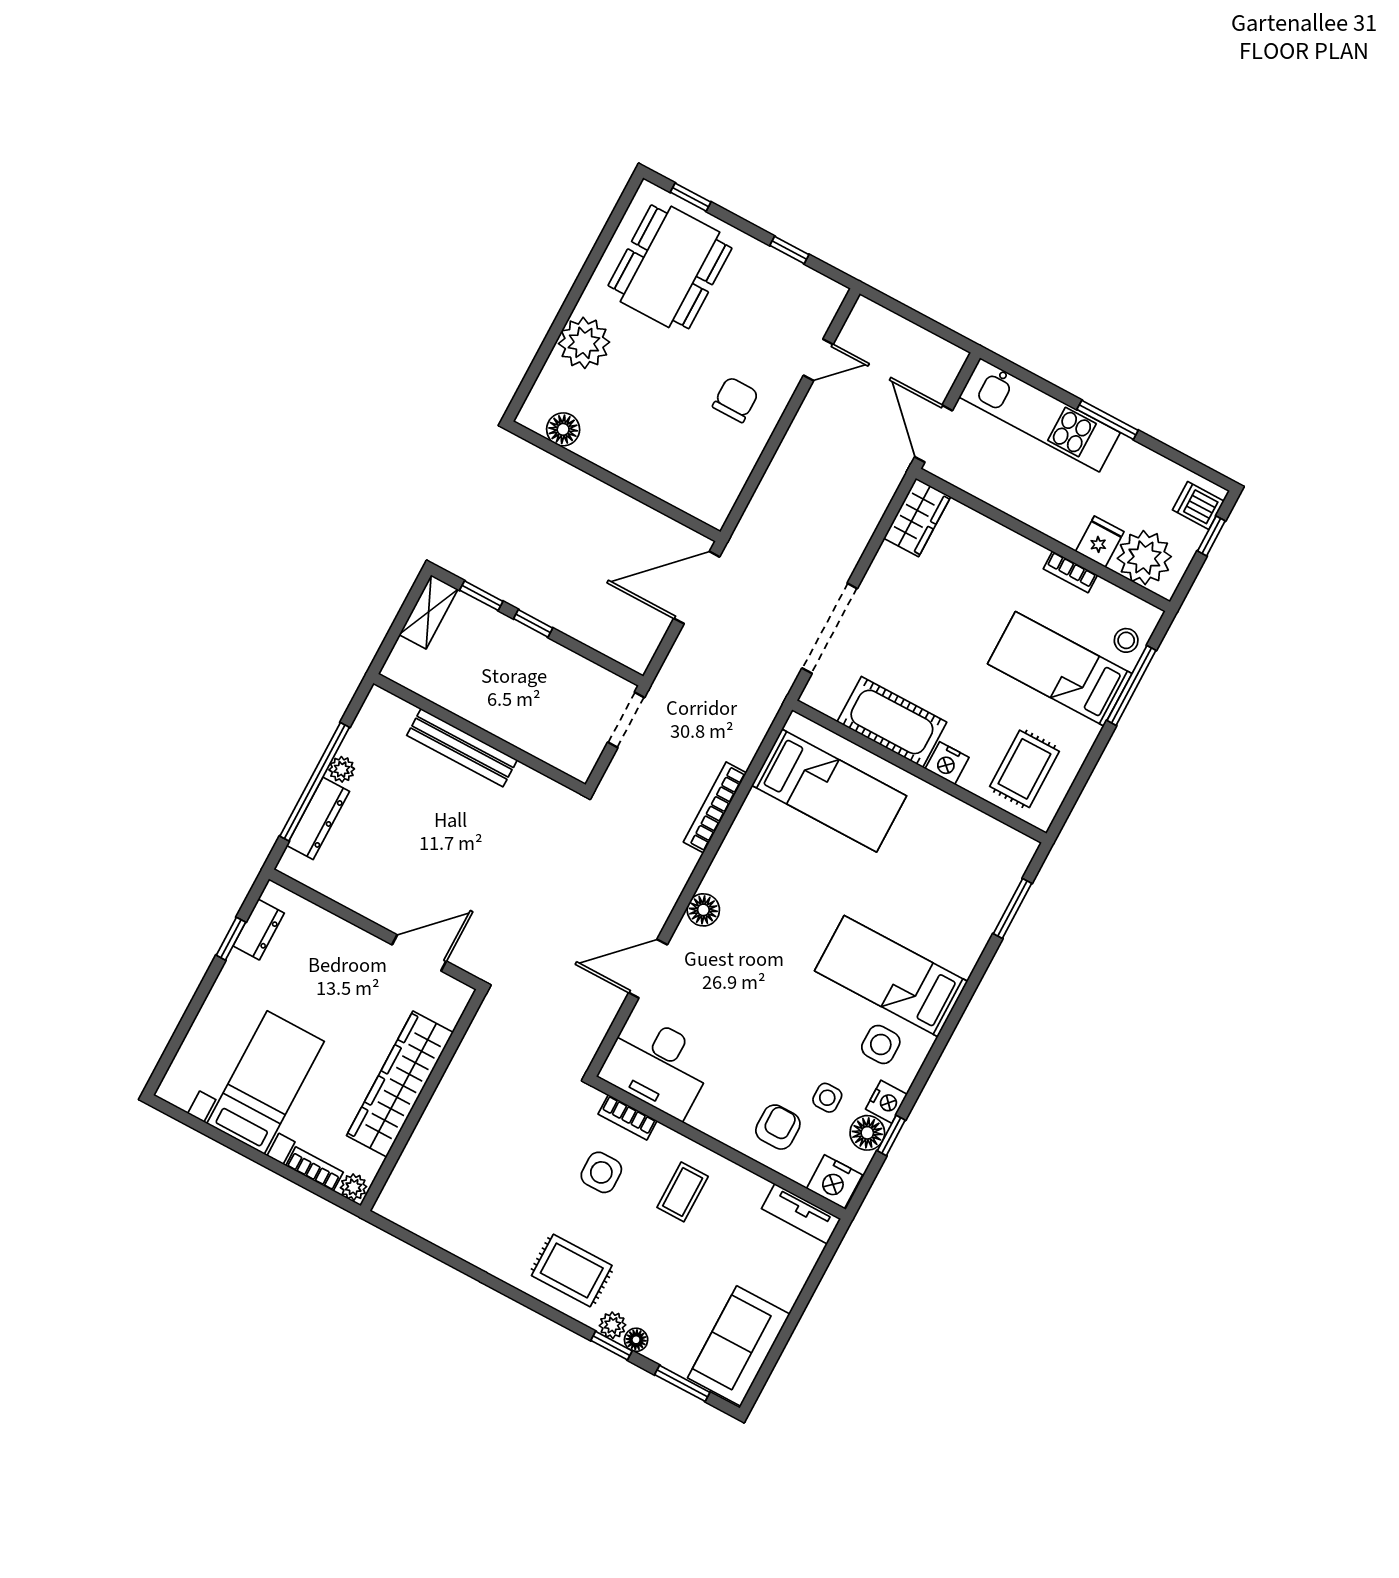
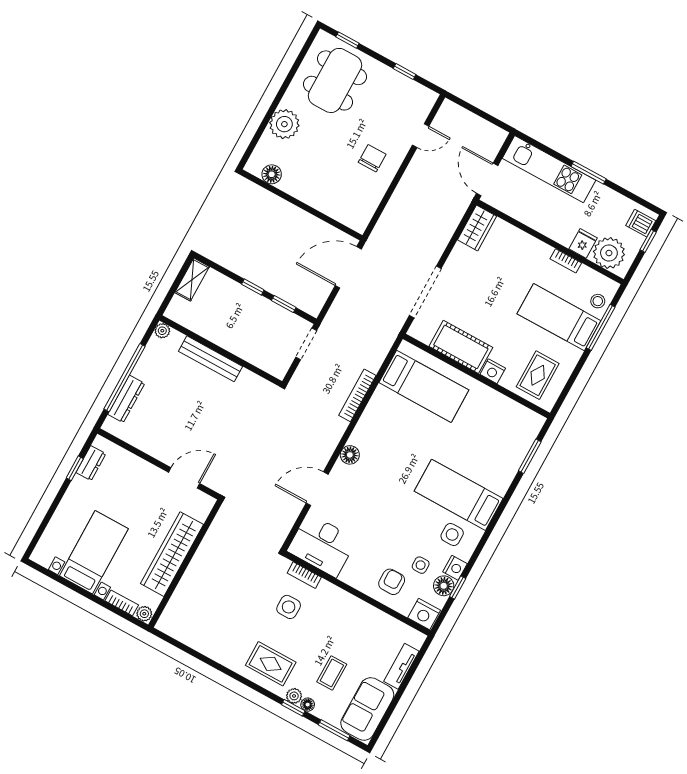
window: (481, 596) -> (284, 304), moved
plant: (342, 769) -> (162, 331), moved
coffee table: (683, 1192) -> (332, 673), moved
tv unit: (801, 1214) -> (401, 666), moved, turned 90

